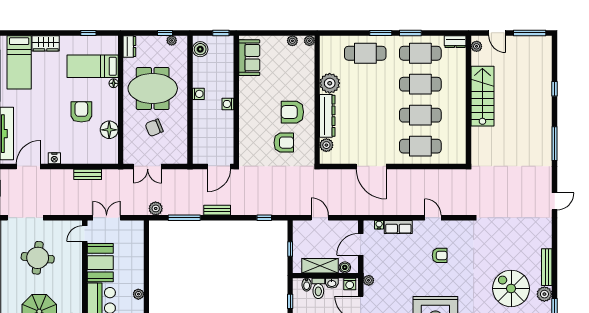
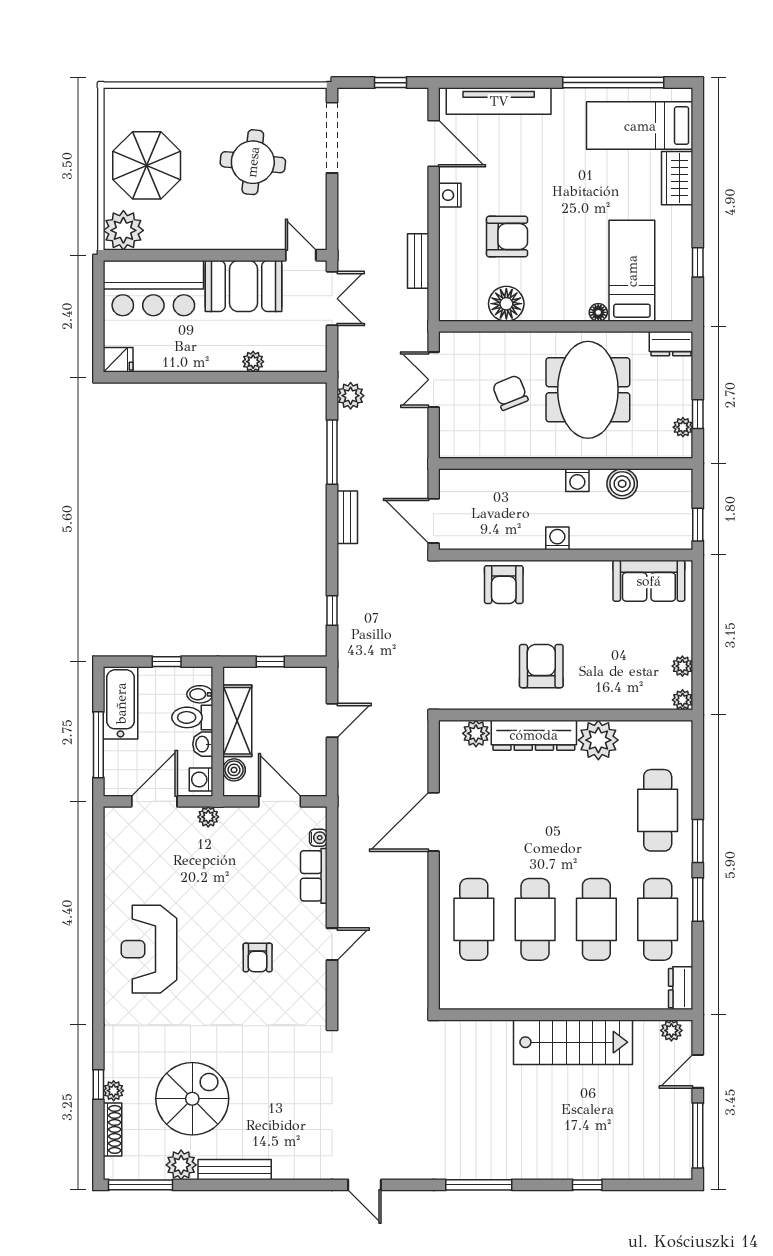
boiler: (200, 49) -> (622, 484), moved
armchair: (81, 112) -> (507, 236), moved
armchair: (284, 143) -> (504, 585), moved
plant: (138, 294) -> (253, 362), moved

